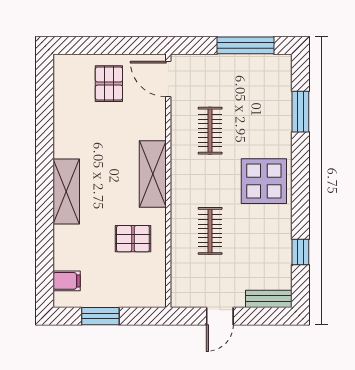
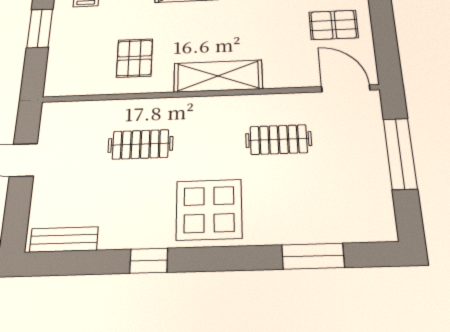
window: (246, 45) -> (400, 153), moved
door: (168, 79) -> (346, 88), hinge flipped
window: (300, 252) -> (149, 261), moved
bench: (269, 299) -> (64, 239), moved, turned 90

